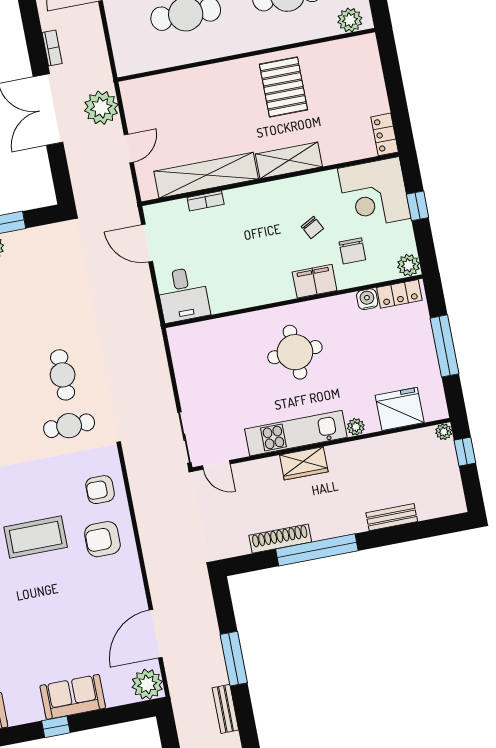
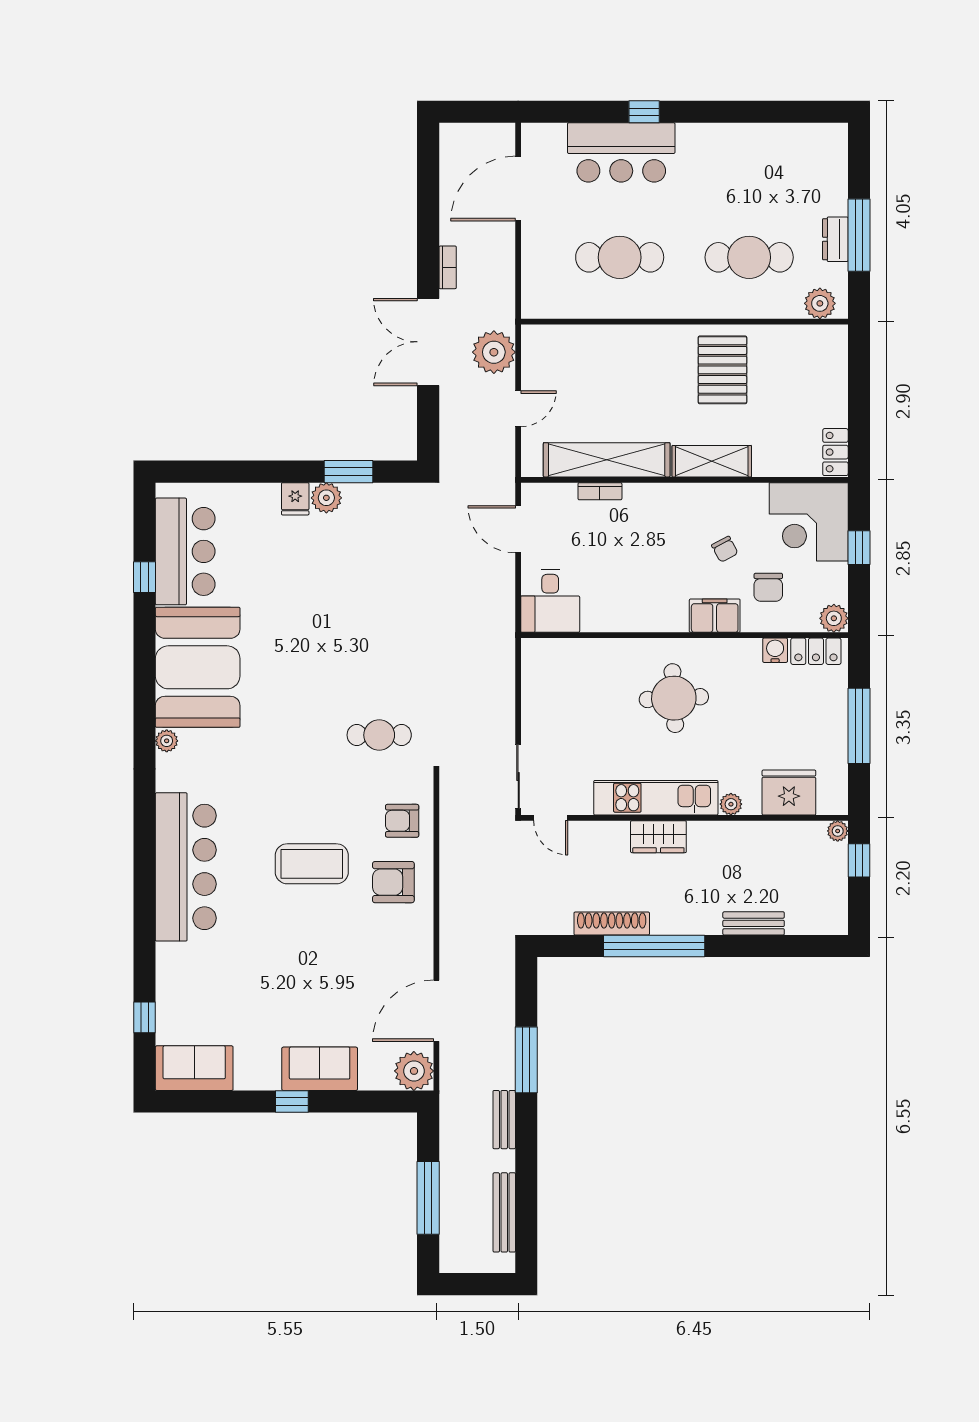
cafe table: (63, 375) -> (383, 671), removed

